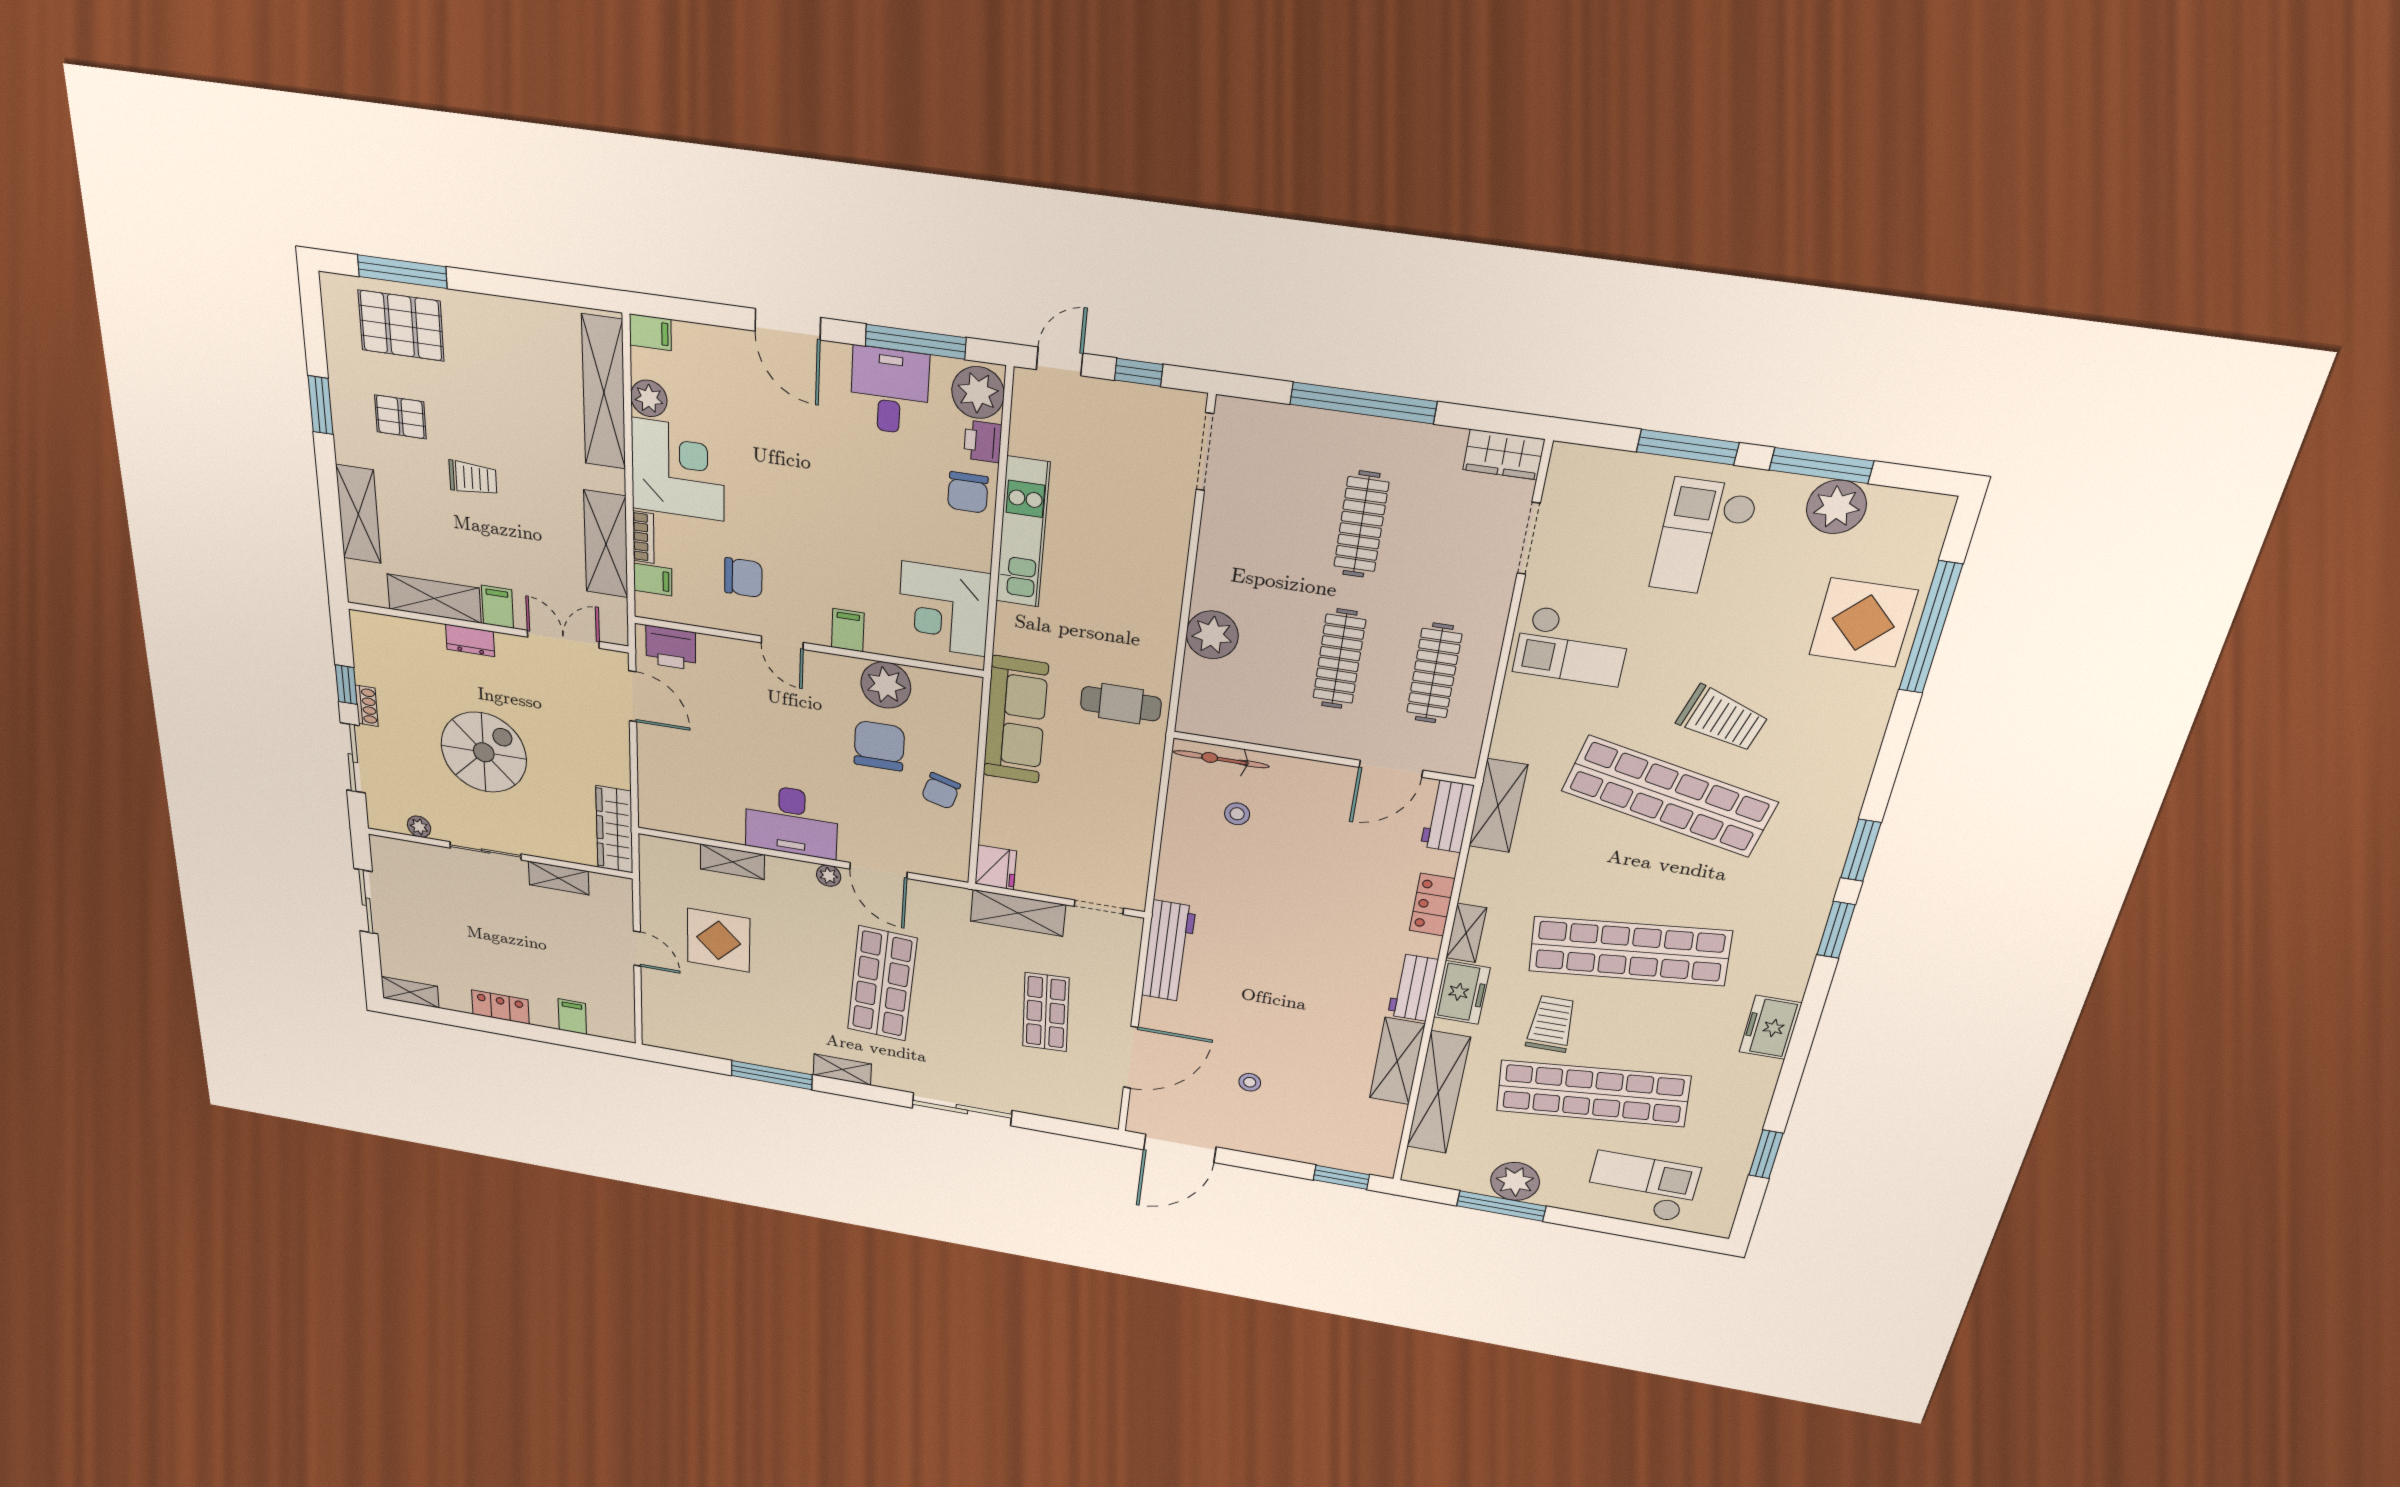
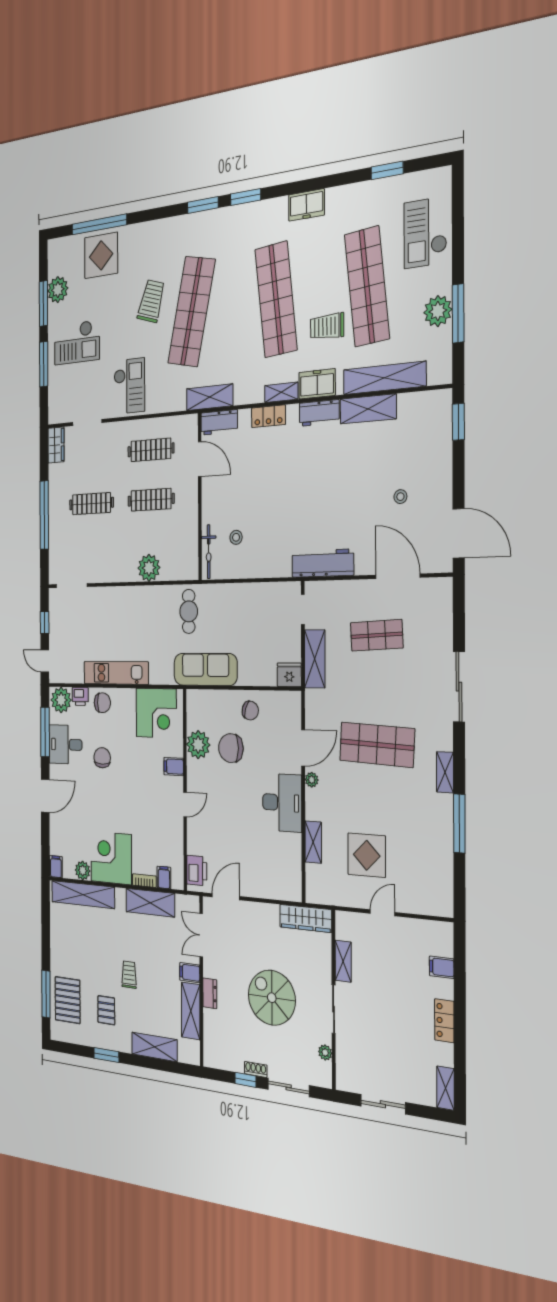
chair: (743, 578) -> (102, 758), moved

